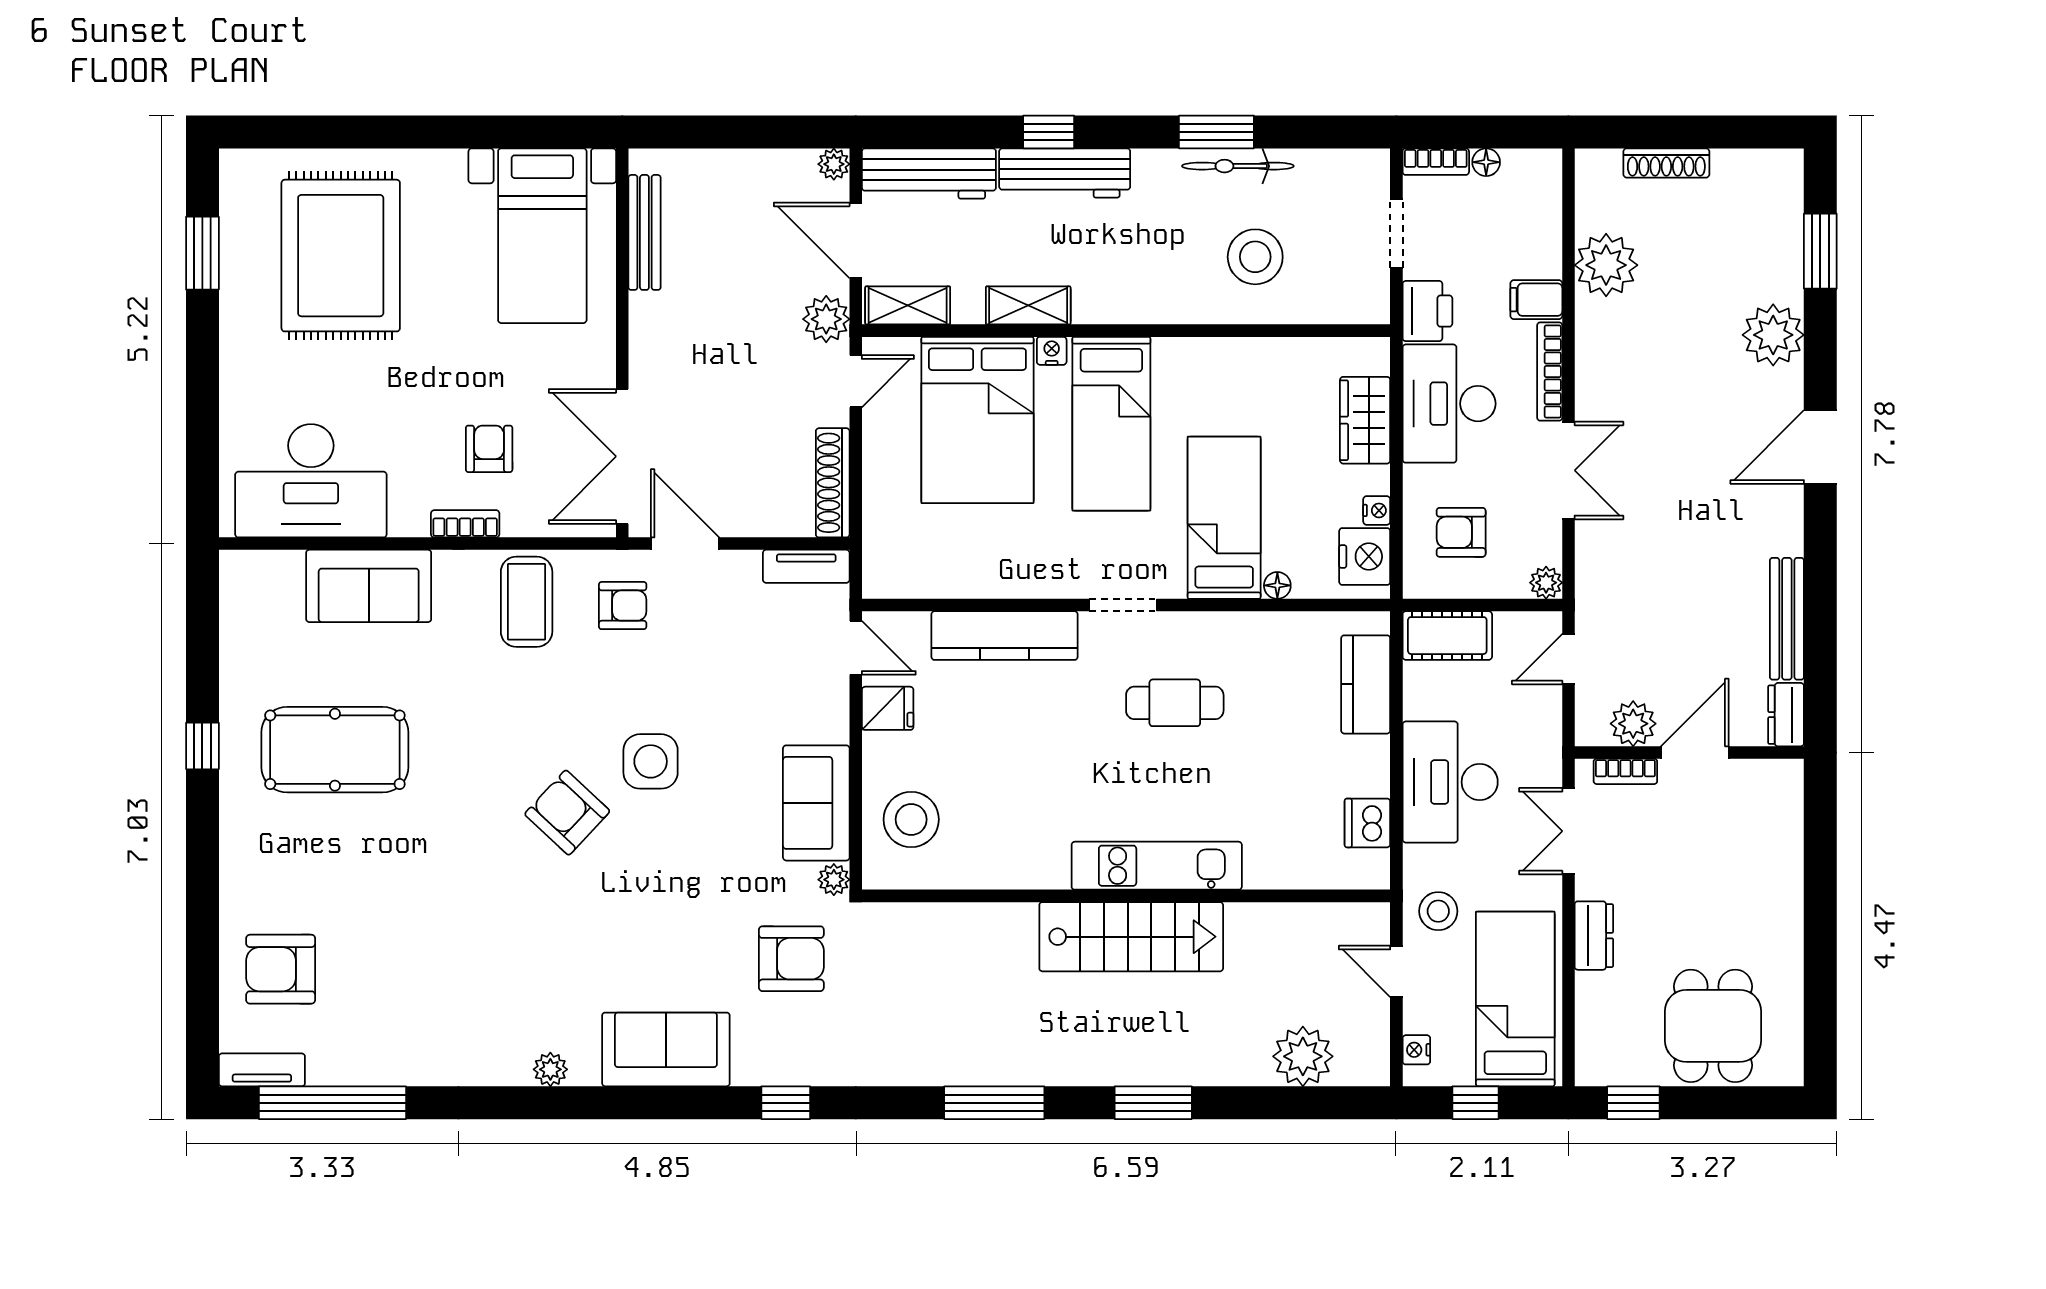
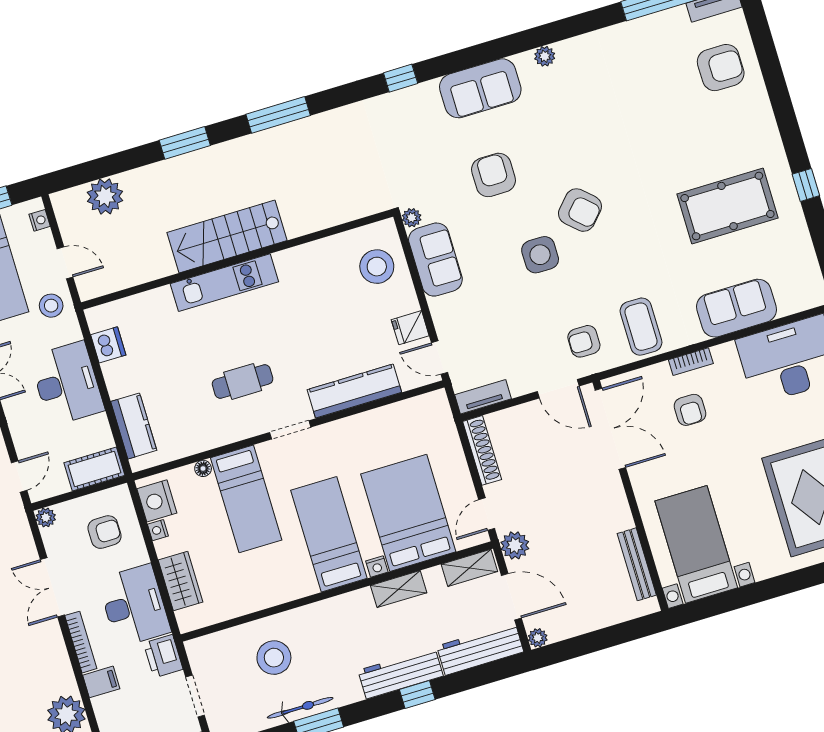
armchair: (791, 959) -> (494, 175), moved, turned 90

